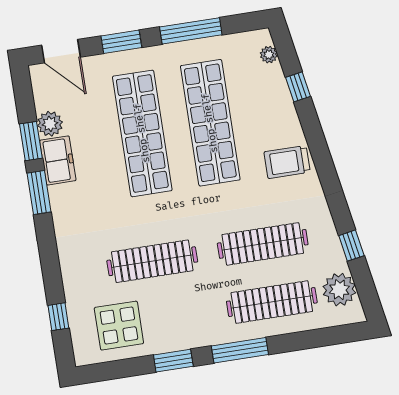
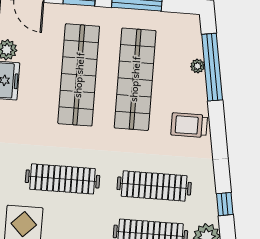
plant: (269, 55) -> (198, 66), moved
window: (298, 87) -> (212, 67), width x3.17

